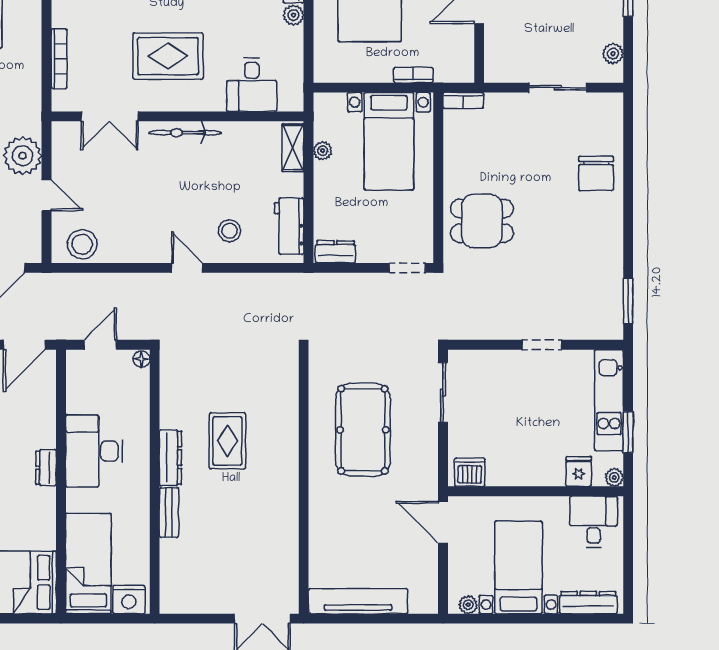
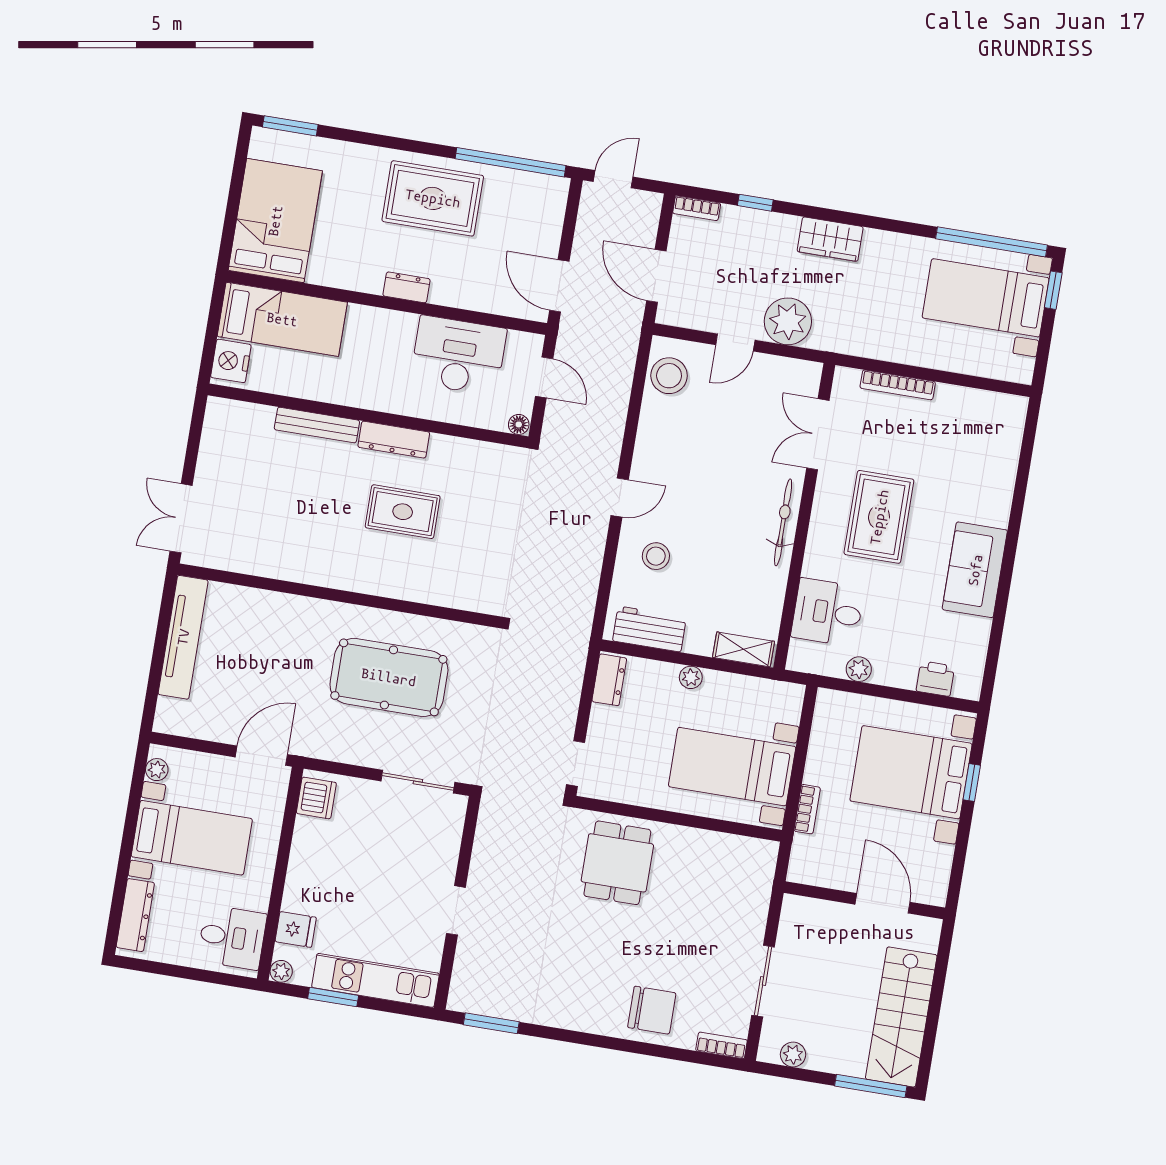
plant: (293, 15) -> (859, 669), moved
bookcase: (463, 100) -> (721, 1045), moved, turned 90
plant: (323, 151) -> (691, 677), moved
chair: (596, 173) -> (652, 1010), turned 180
desk: (94, 451) -> (458, 356), moved
bench: (169, 513) -> (317, 425), width x1.36

